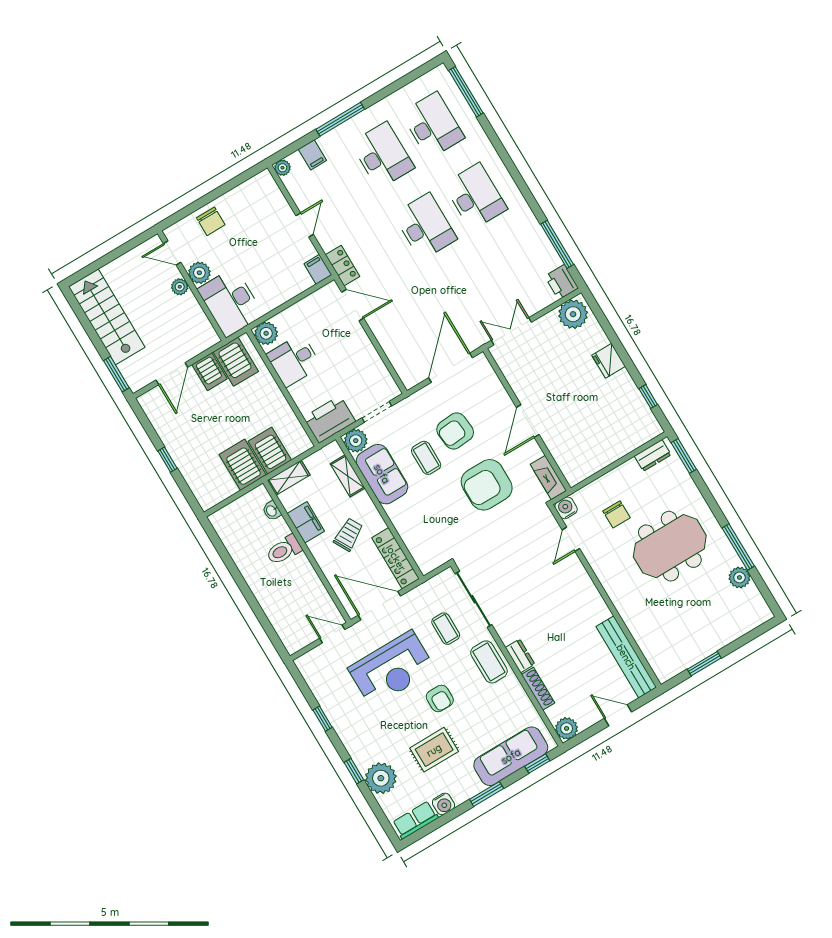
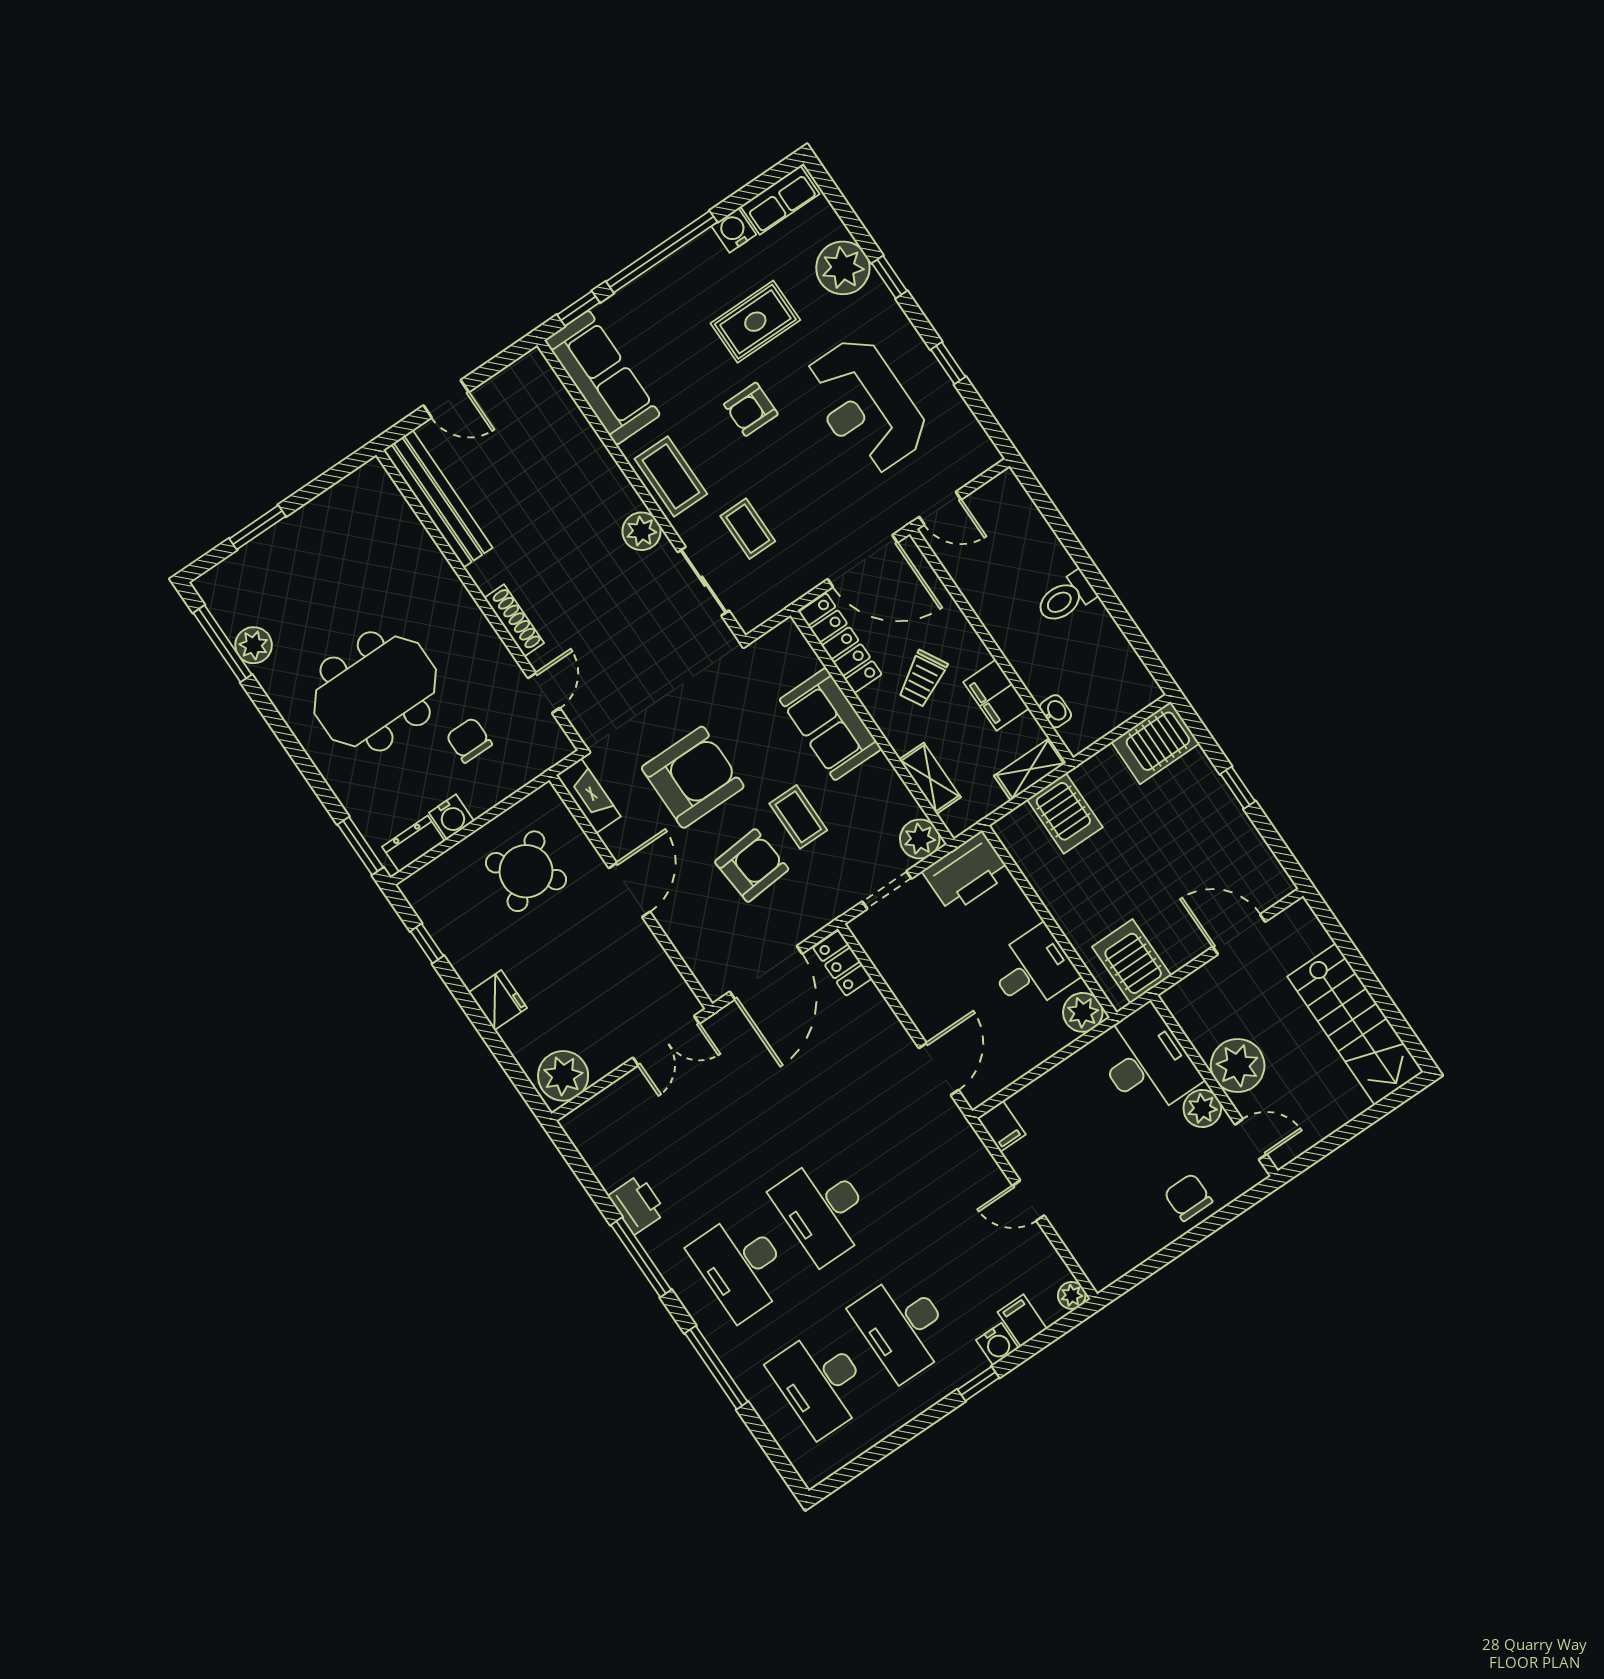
window: (466, 92) -> (716, 1368), moved
window: (340, 119) -> (978, 1384), width x0.46
water cooler: (328, 142) -> (997, 1344), added
door: (305, 225) -> (1028, 1200), hinge flipped
window: (557, 244) -> (641, 1257), moved
locker: (343, 266) -> (842, 963), moved
printer: (562, 282) -> (637, 1204), moved
plant: (180, 287) -> (1238, 1065), width x1.87, depth x1.87
door: (353, 305) -> (939, 1069), swing flipped
server rack: (210, 372) -> (1175, 941), removed
window: (116, 374) -> (1333, 928), removed
door: (172, 374) -> (1239, 934), hinge flipped
round table: (588, 435) -> (526, 871), added
server rack: (243, 465) -> (1155, 743), moved, turned 90
sofa: (382, 474) -> (830, 724), moved
water cooler: (566, 508) -> (451, 817), moved
window: (738, 547) -> (222, 644), moved
toilet: (284, 550) -> (1066, 598), moved, turned 180
sliding door: (474, 599) -> (703, 581), width x0.73
dresser: (520, 656) -> (619, 490), removed
window: (704, 664) -> (258, 527), moved
reception desk: (392, 669) -> (865, 405), moved, turned -90
shoe rack: (538, 689) -> (514, 620), moved, turned 180
armchair: (440, 698) -> (751, 409), turned -90
plant: (567, 728) -> (642, 531), moved
sofa: (511, 756) -> (602, 378), moved, turned -90
window: (487, 794) -> (662, 252), width x2.11

